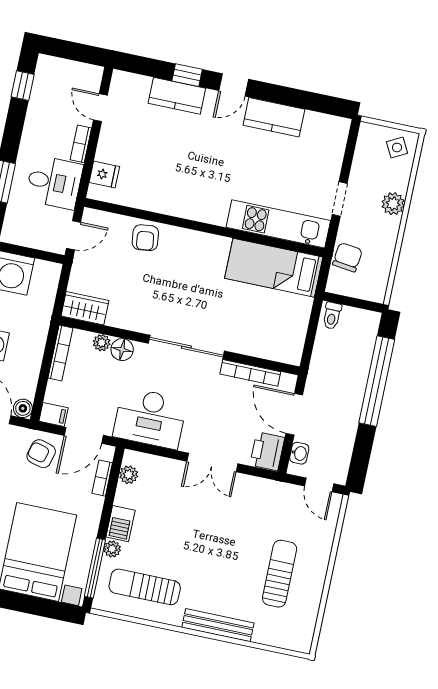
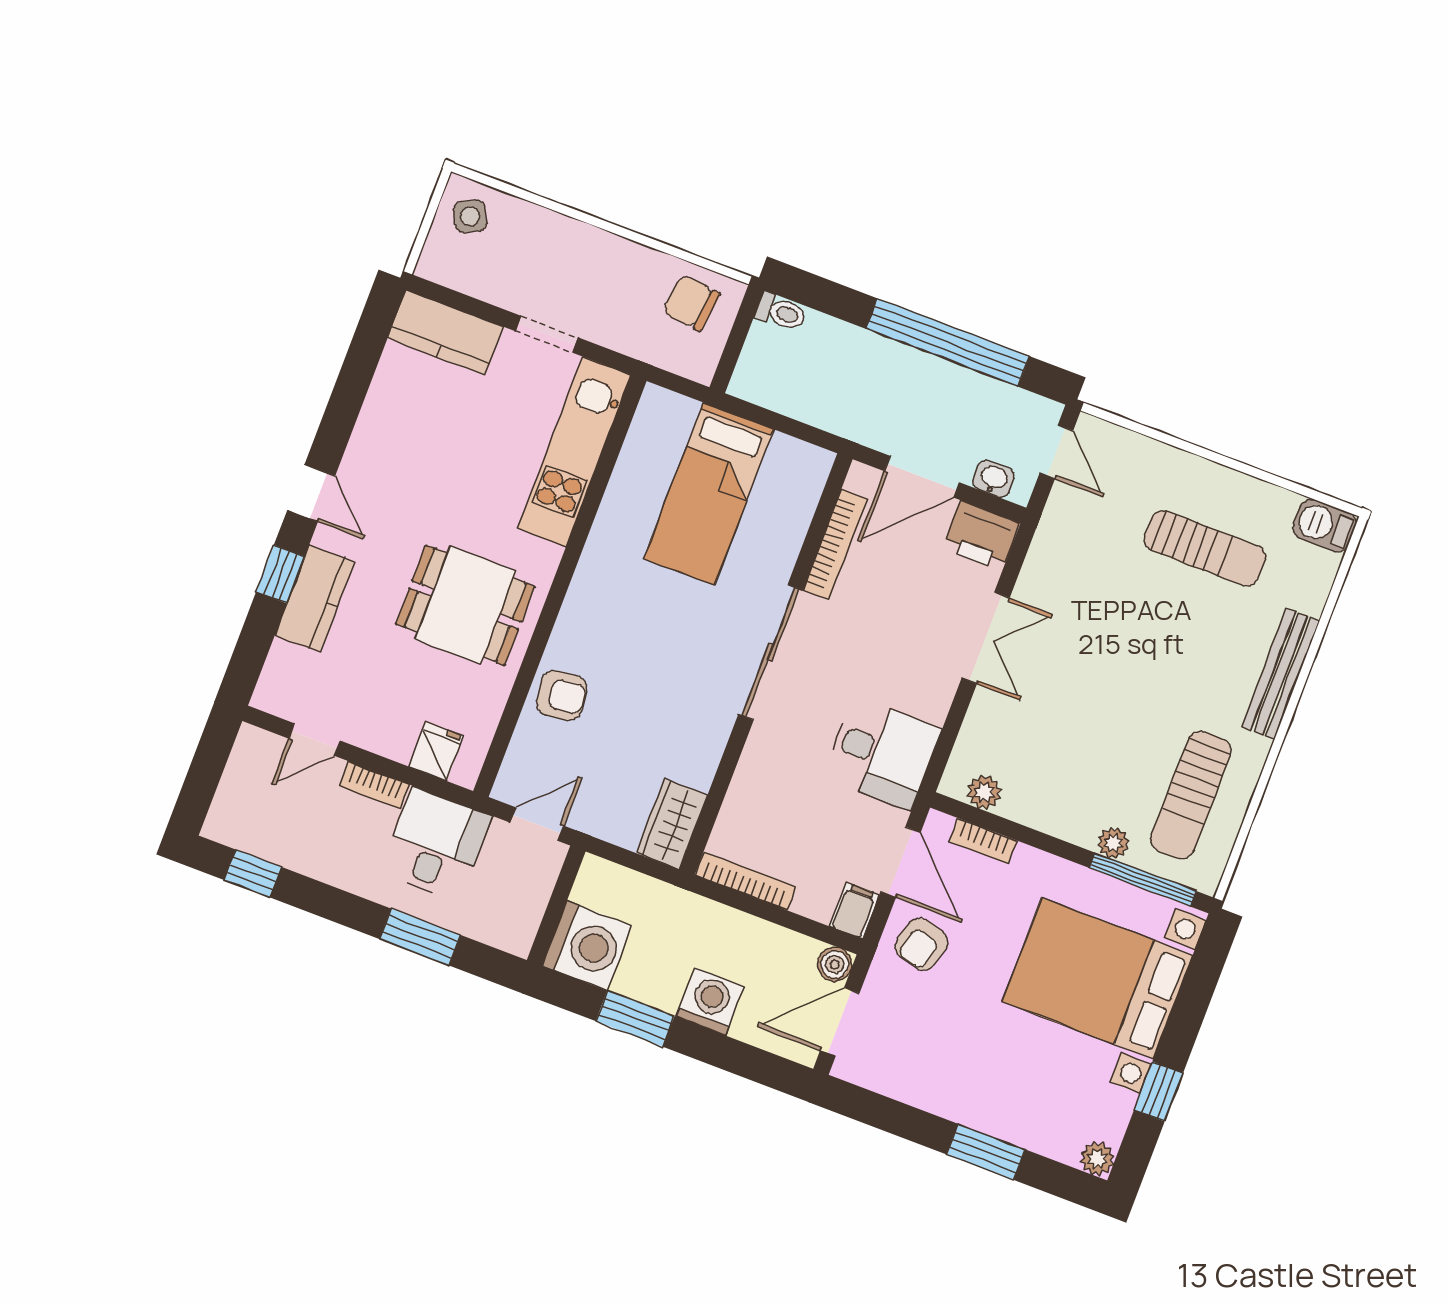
kitchen counter: (274, 117) -> (445, 332), moved, turned 90
dining table: (186, 178) -> (465, 605), added
plant: (393, 204) -> (570, 239), removed
door: (73, 235) -> (537, 824), hinge flipped
chair: (347, 257) -> (691, 303), moved
bed: (274, 268) -> (709, 494), moved
toilet: (332, 316) -> (781, 312), moved
plant: (102, 343) -> (738, 804), removed
floor lamp: (122, 350) -> (757, 769), removed
window: (377, 381) -> (948, 342), moved
desk: (150, 418) -> (882, 753), width x0.73
door: (319, 485) -> (1056, 452), hinge flipped
barbecue: (121, 524) -> (1324, 525), moved, turned 180
sun lounger: (280, 574) -> (1205, 548), turned 180

